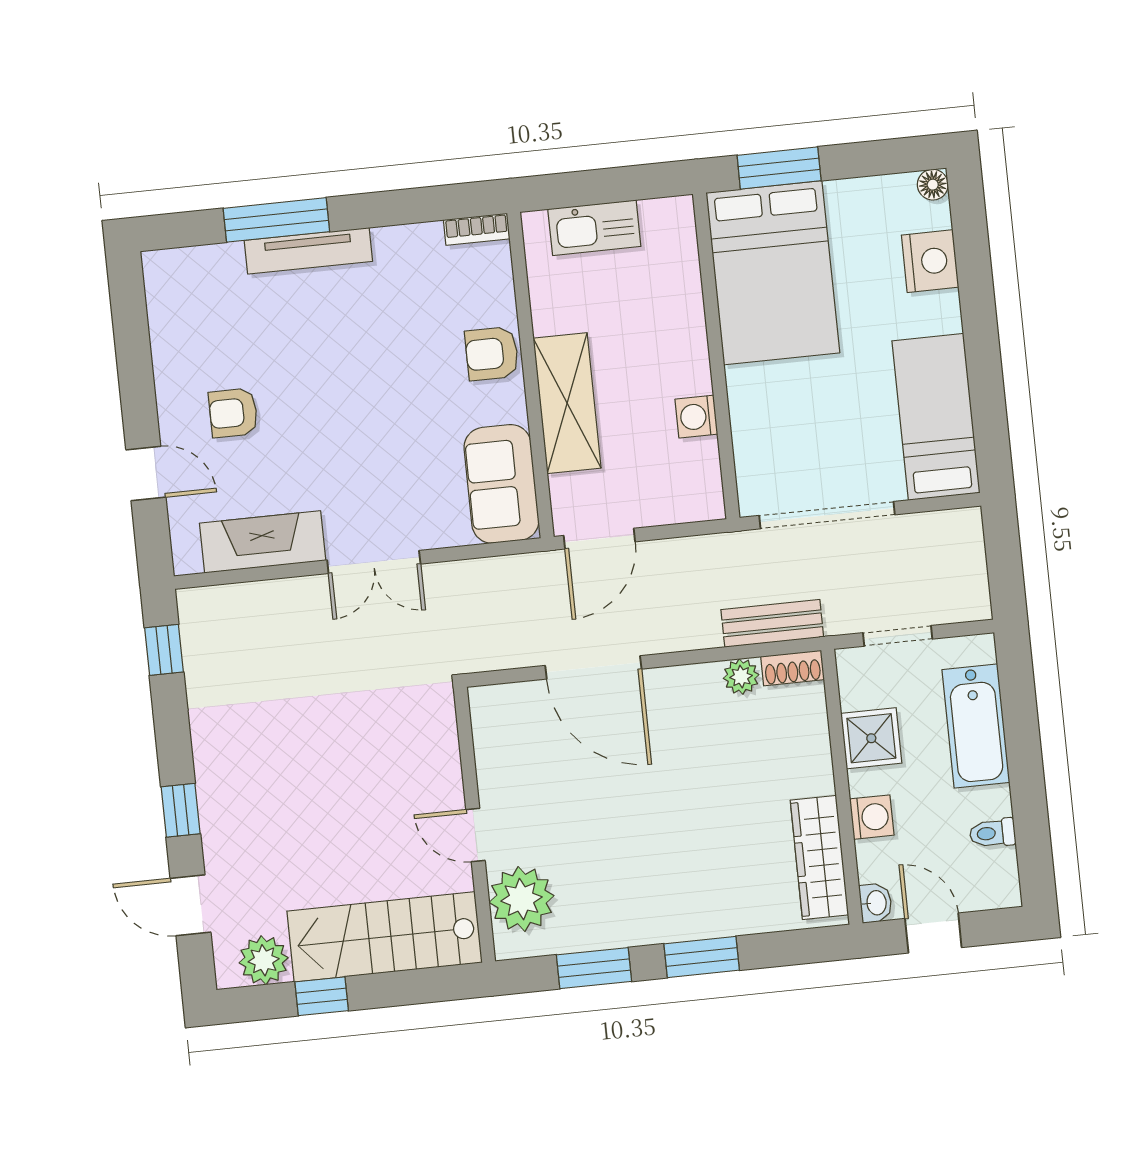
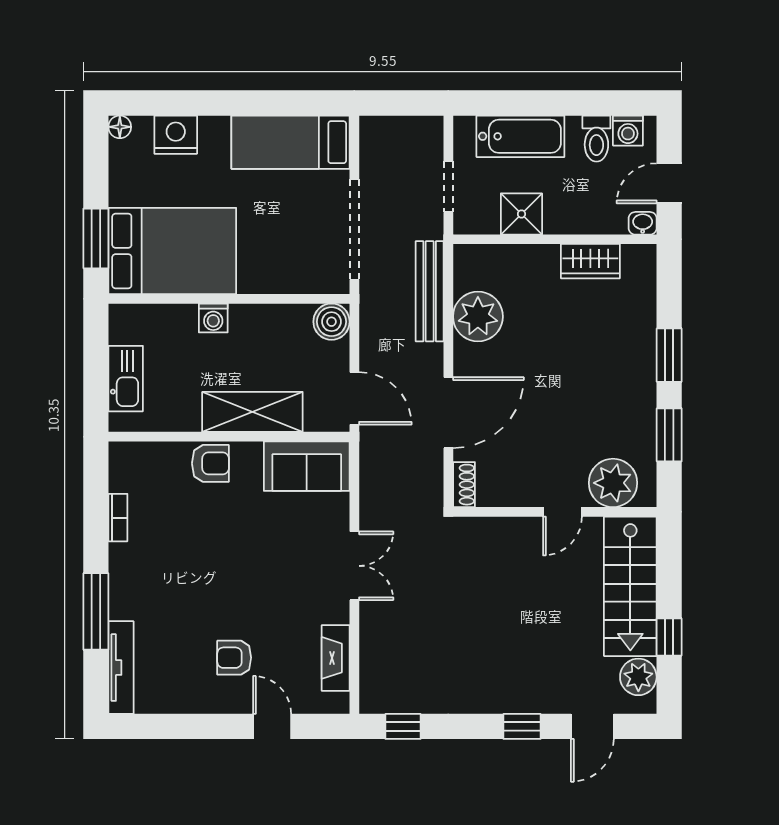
bookcase: (477, 229) -> (118, 518), moved
tv unit: (308, 251) -> (121, 668), moved
armchair: (492, 354) -> (210, 463), turned -90
armchair: (233, 413) -> (234, 658), turned 90
washing machine: (696, 417) -> (213, 318), moved
door: (146, 473) -> (272, 726), hinge flipped
boiler: (700, 497) -> (331, 322), added
fireplace: (263, 542) -> (336, 658), width x0.73, depth x0.76
bench: (772, 623) -> (430, 291), width x1.36
shoe rack: (792, 668) -> (464, 485), moved
plant: (741, 677) -> (478, 317), width x1.87, depth x1.87
washing machine: (872, 817) -> (628, 131), moved, turned 180
toilet: (993, 833) -> (596, 139), width x1.37, depth x1.39
wardrobe: (819, 858) -> (590, 261), width x0.67

